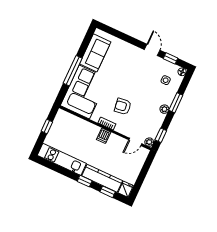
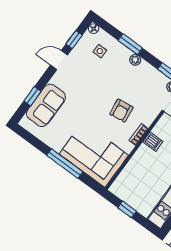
window: (120, 35) -> (32, 96), added
sofa: (95, 53) -> (46, 105), moved, turned 90

